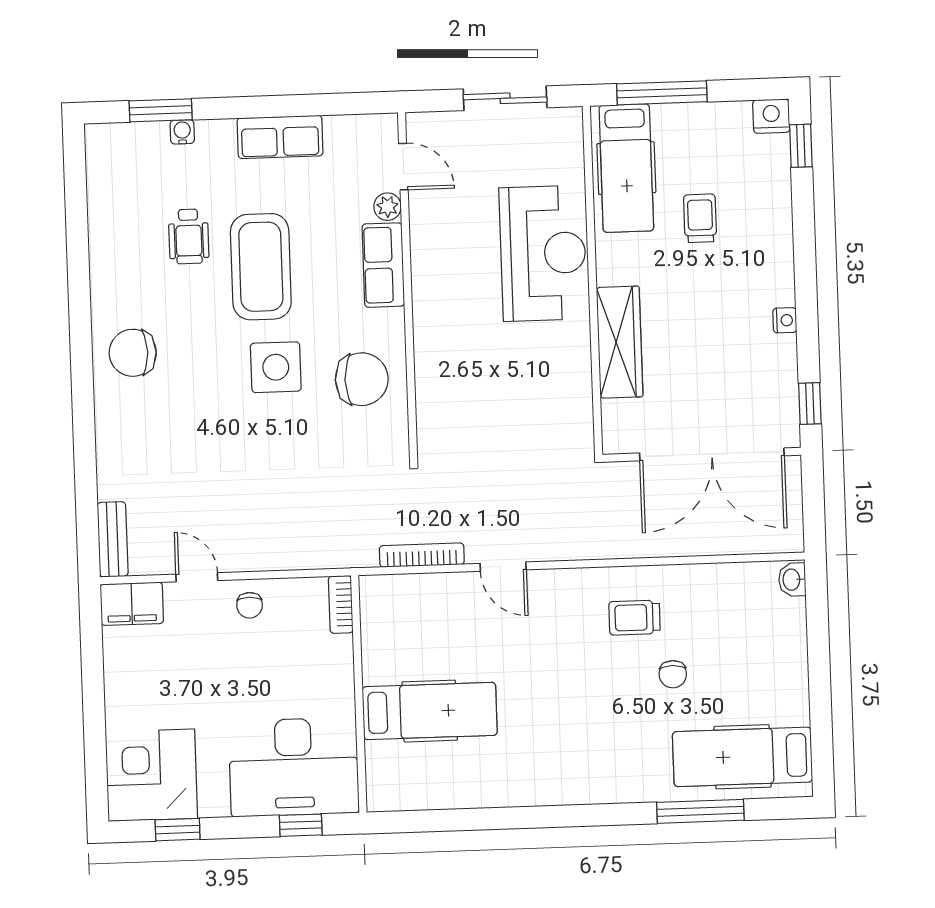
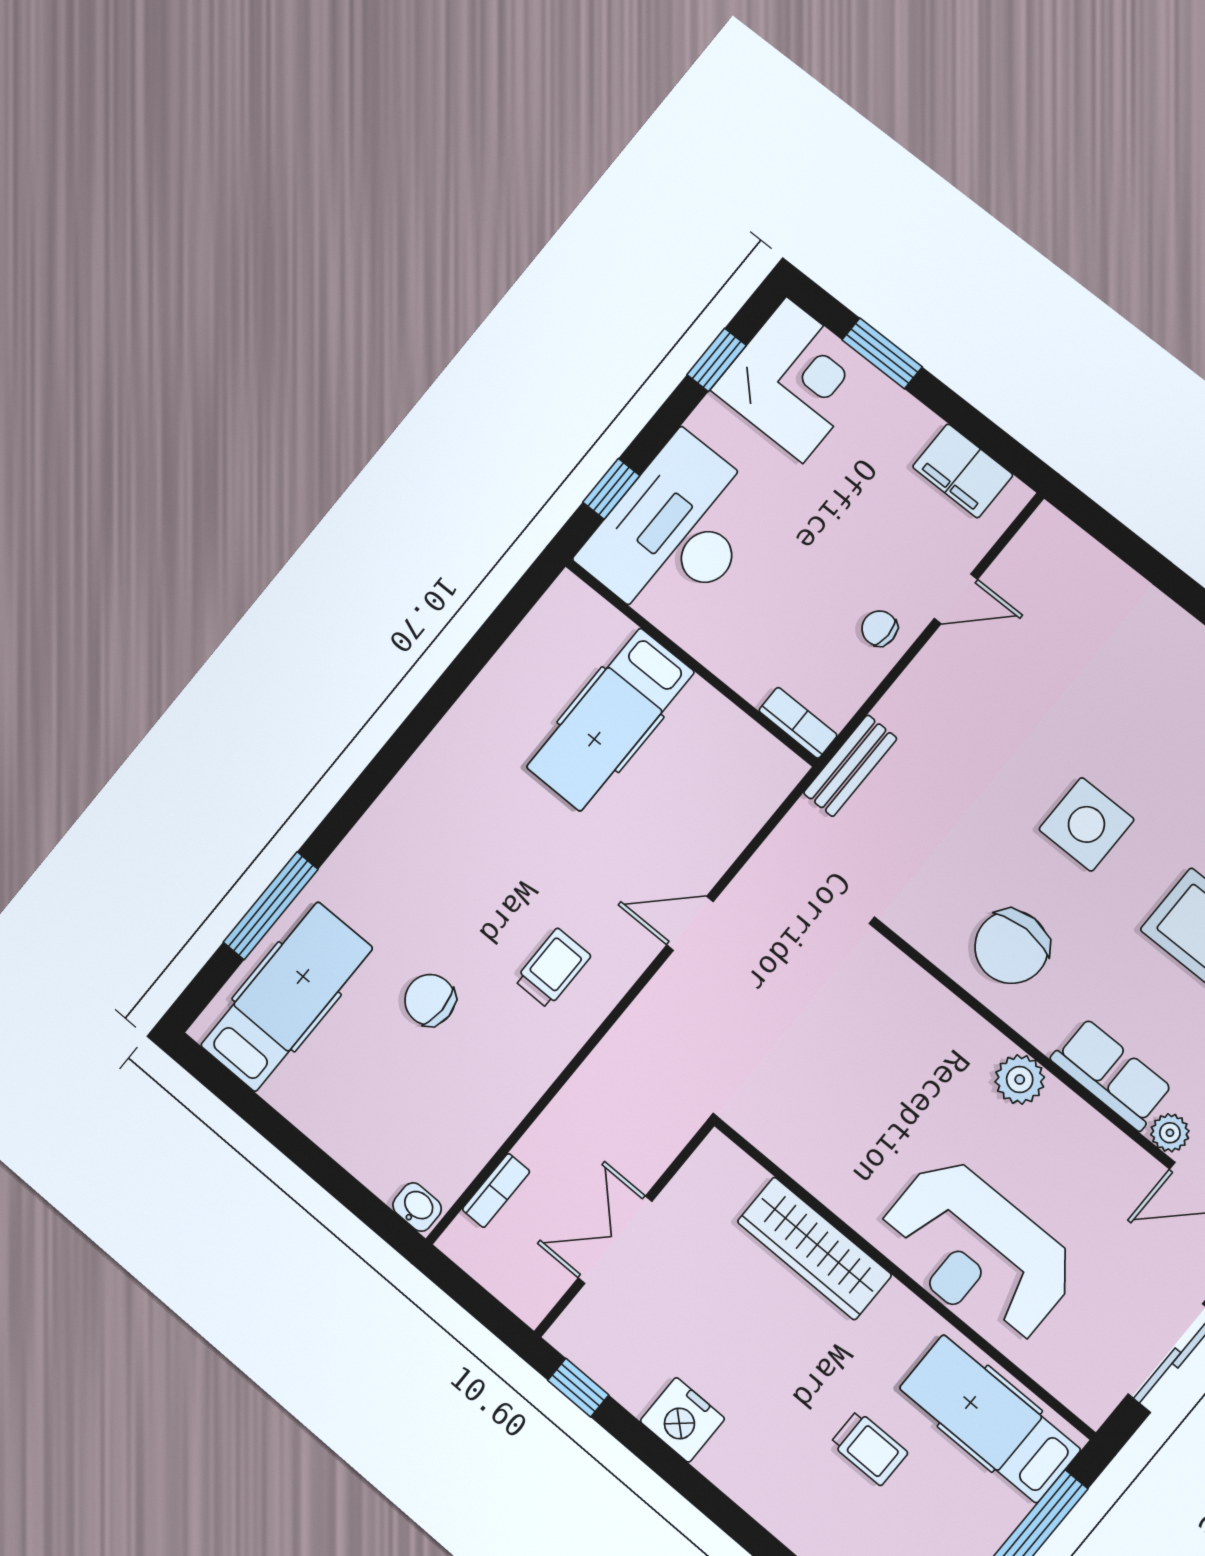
plant: (430, 312) -> (1020, 1079), added
nightstand: (785, 320) -> (682, 1420), width x1.89, depth x1.79
side table: (276, 367) -> (1086, 824), moved
double door: (712, 454) -> (615, 1240), width x0.54
bench: (113, 539) -> (850, 766), moved, turned 90
bookcase: (422, 555) -> (496, 1190), moved, width x0.64
filing cabinet: (132, 604) -> (963, 471), moved, turned -90
trolley: (635, 618) -> (553, 968), moved
chair: (673, 674) -> (430, 1000), width x1.37, depth x1.37
window: (95, 739) -> (882, 353), added

